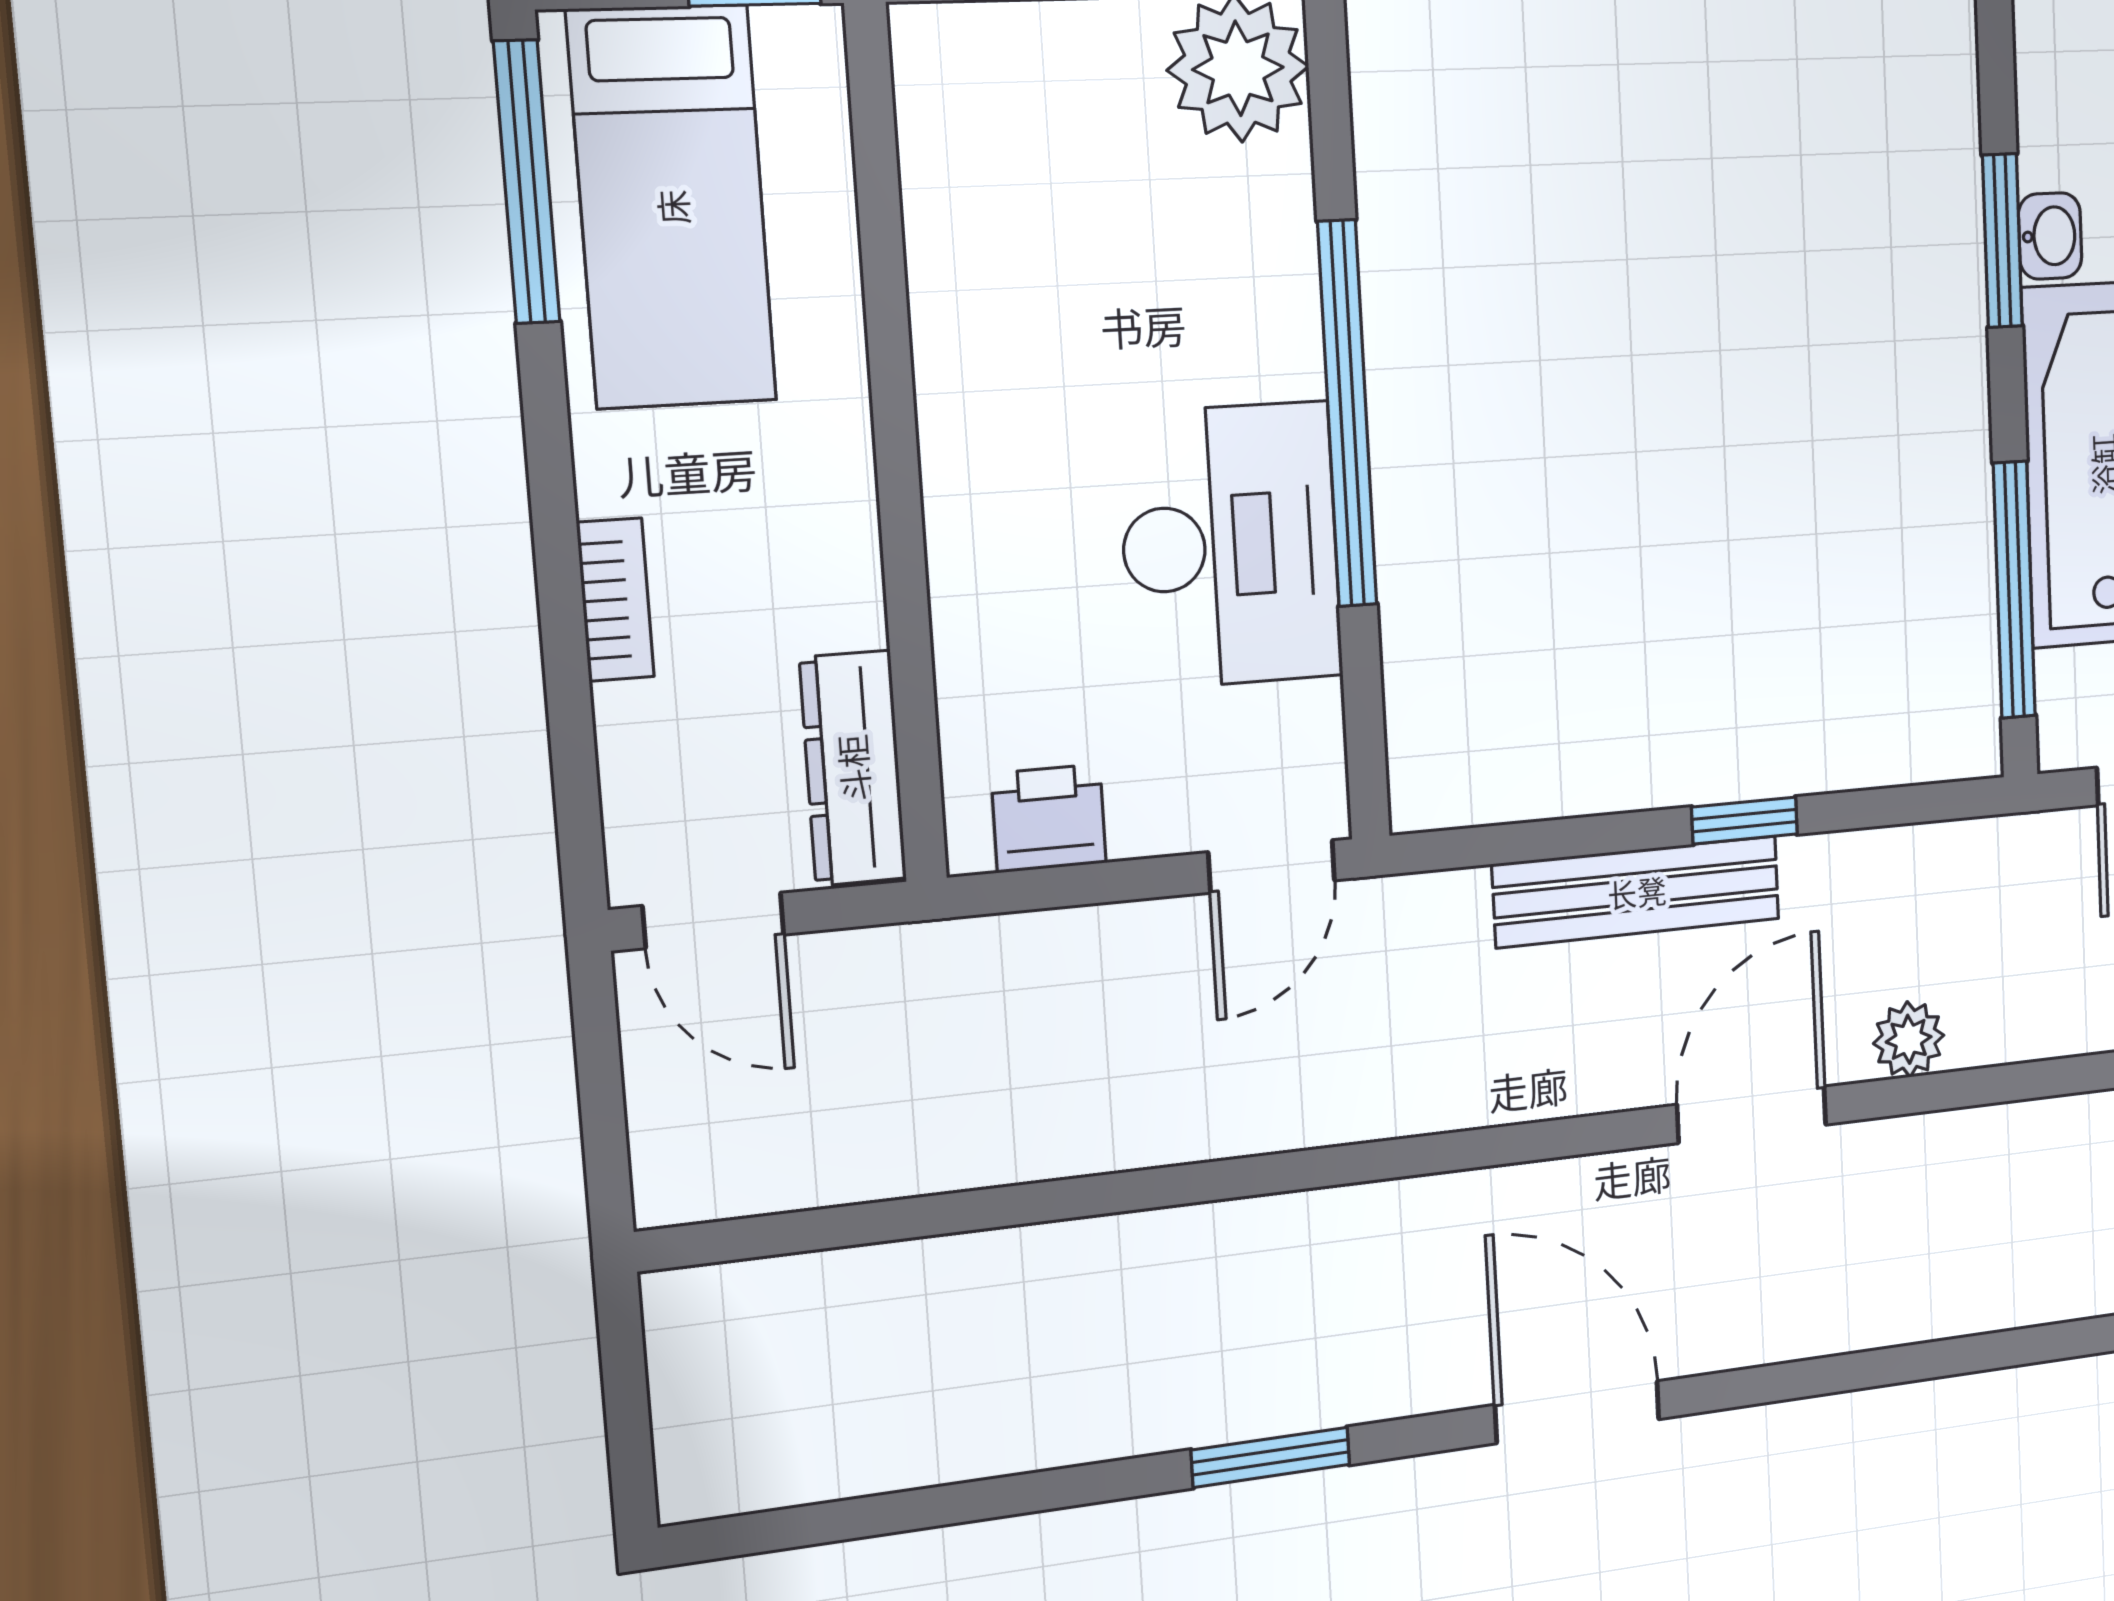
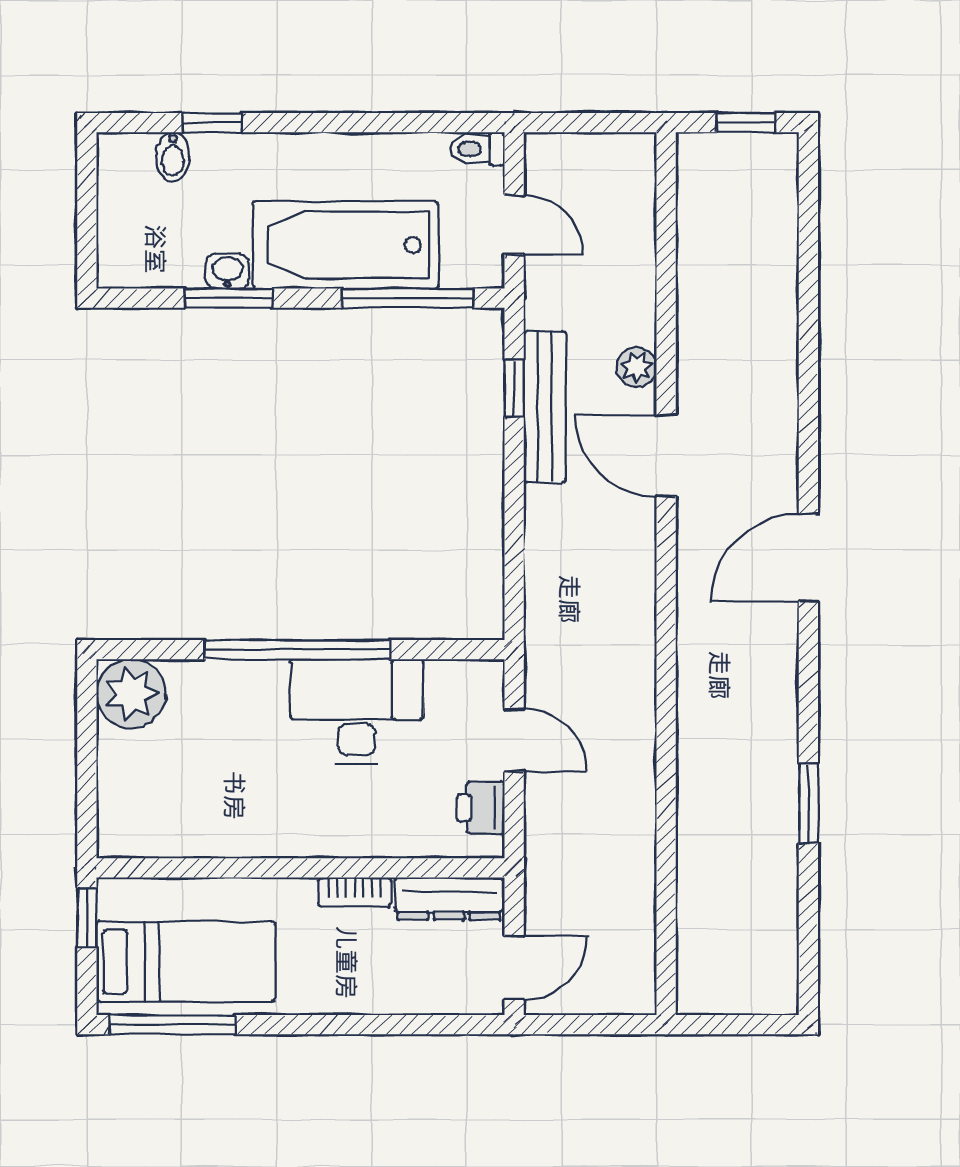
bookcase: (615, 600) -> (355, 892), moved, turned 180
window: (1745, 821) -> (514, 388), moved
door: (1272, 866) -> (514, 740), moved
bench: (1637, 892) -> (545, 407), moved
window: (1271, 1457) -> (808, 804), moved

